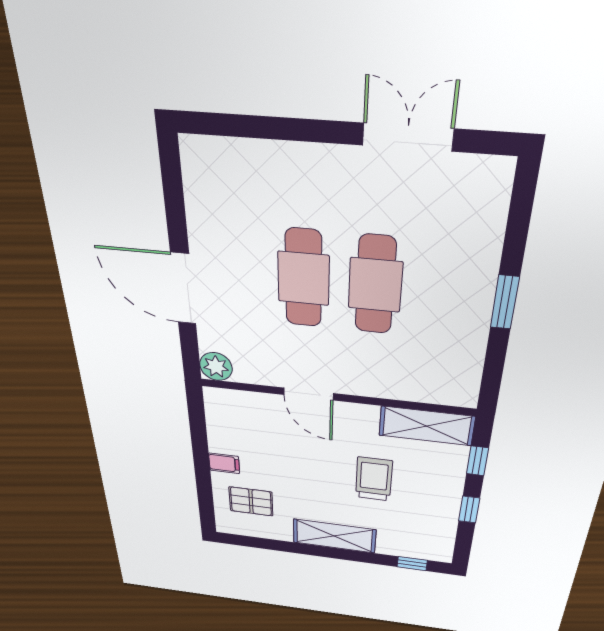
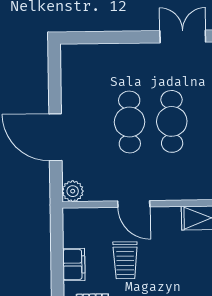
filing cabinet: (224, 463) -> (74, 265), width x2.00
trolley: (374, 479) -> (125, 260), moved, turned 180

